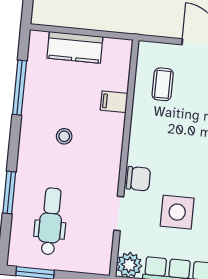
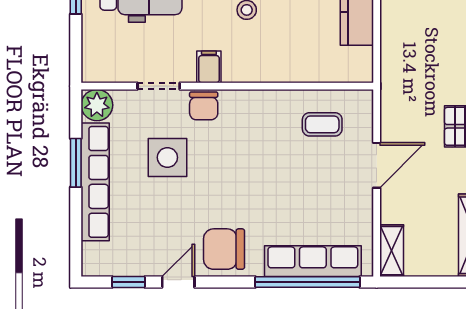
filing cabinet: (114, 102) -> (209, 67), moved

